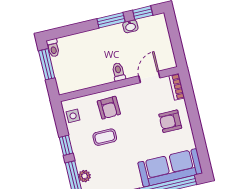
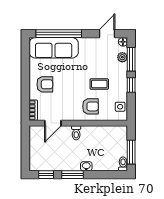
washbasin: (130, 26) -> (86, 166), moved
armchair: (109, 108) -> (90, 106), turned 92

